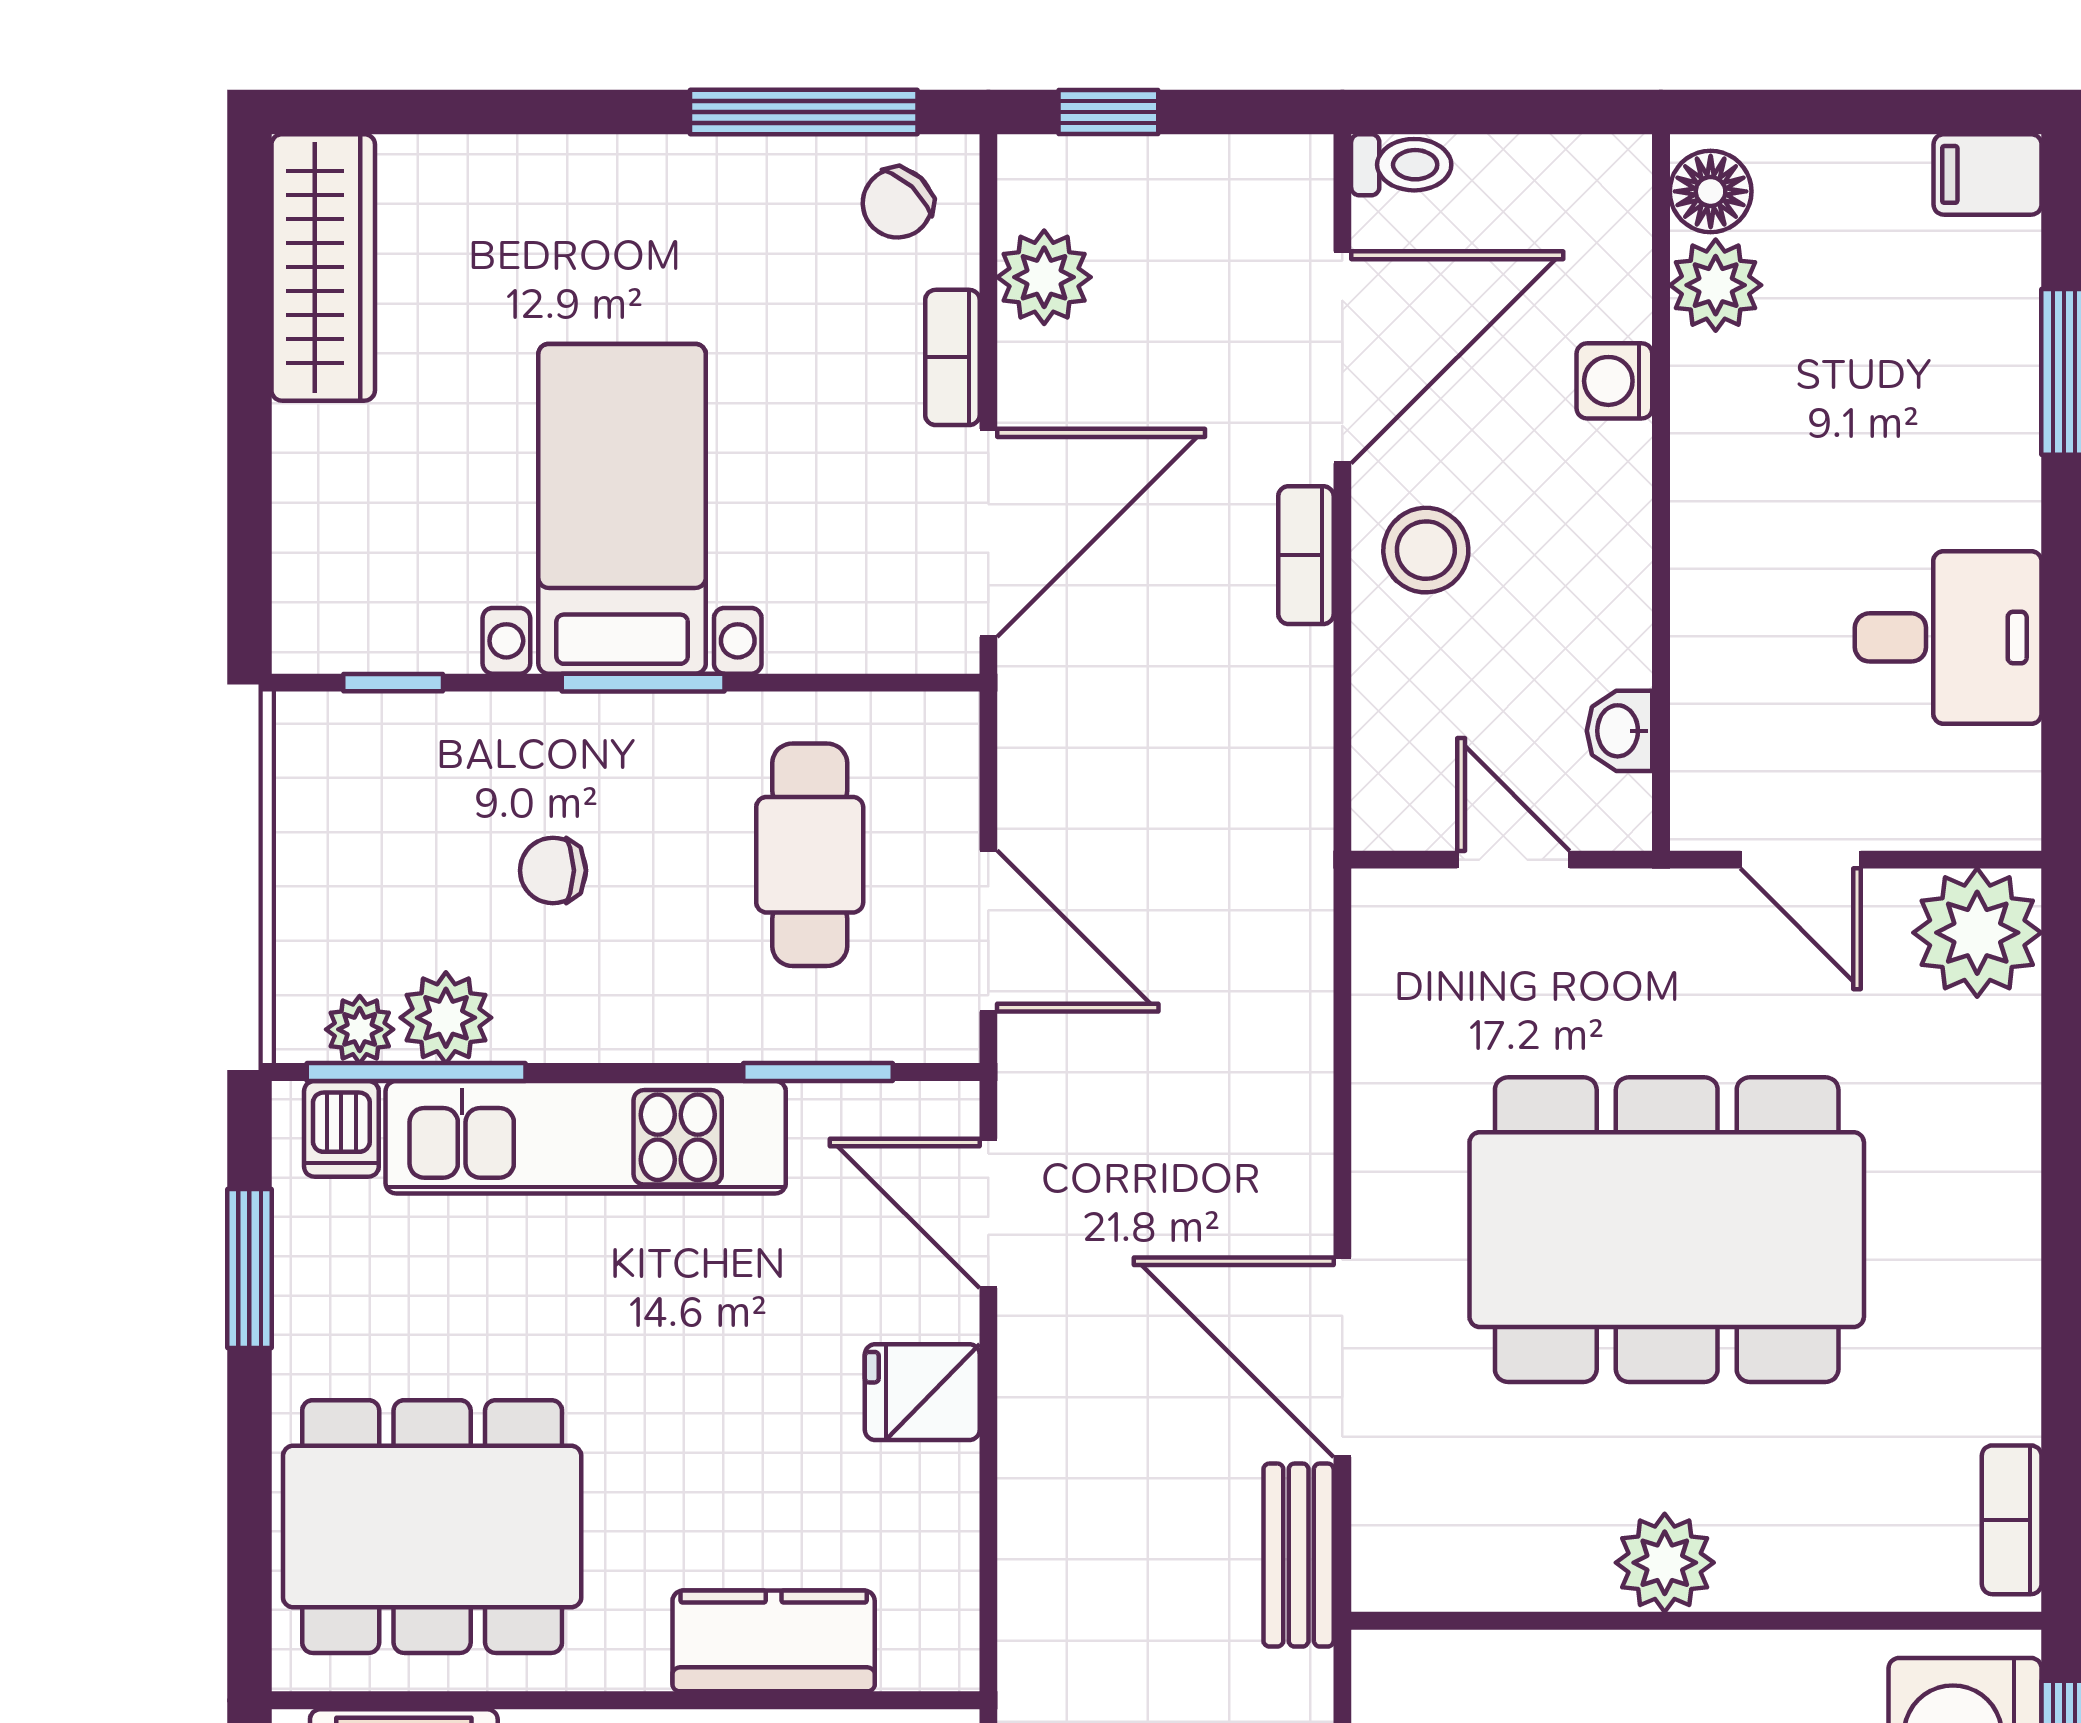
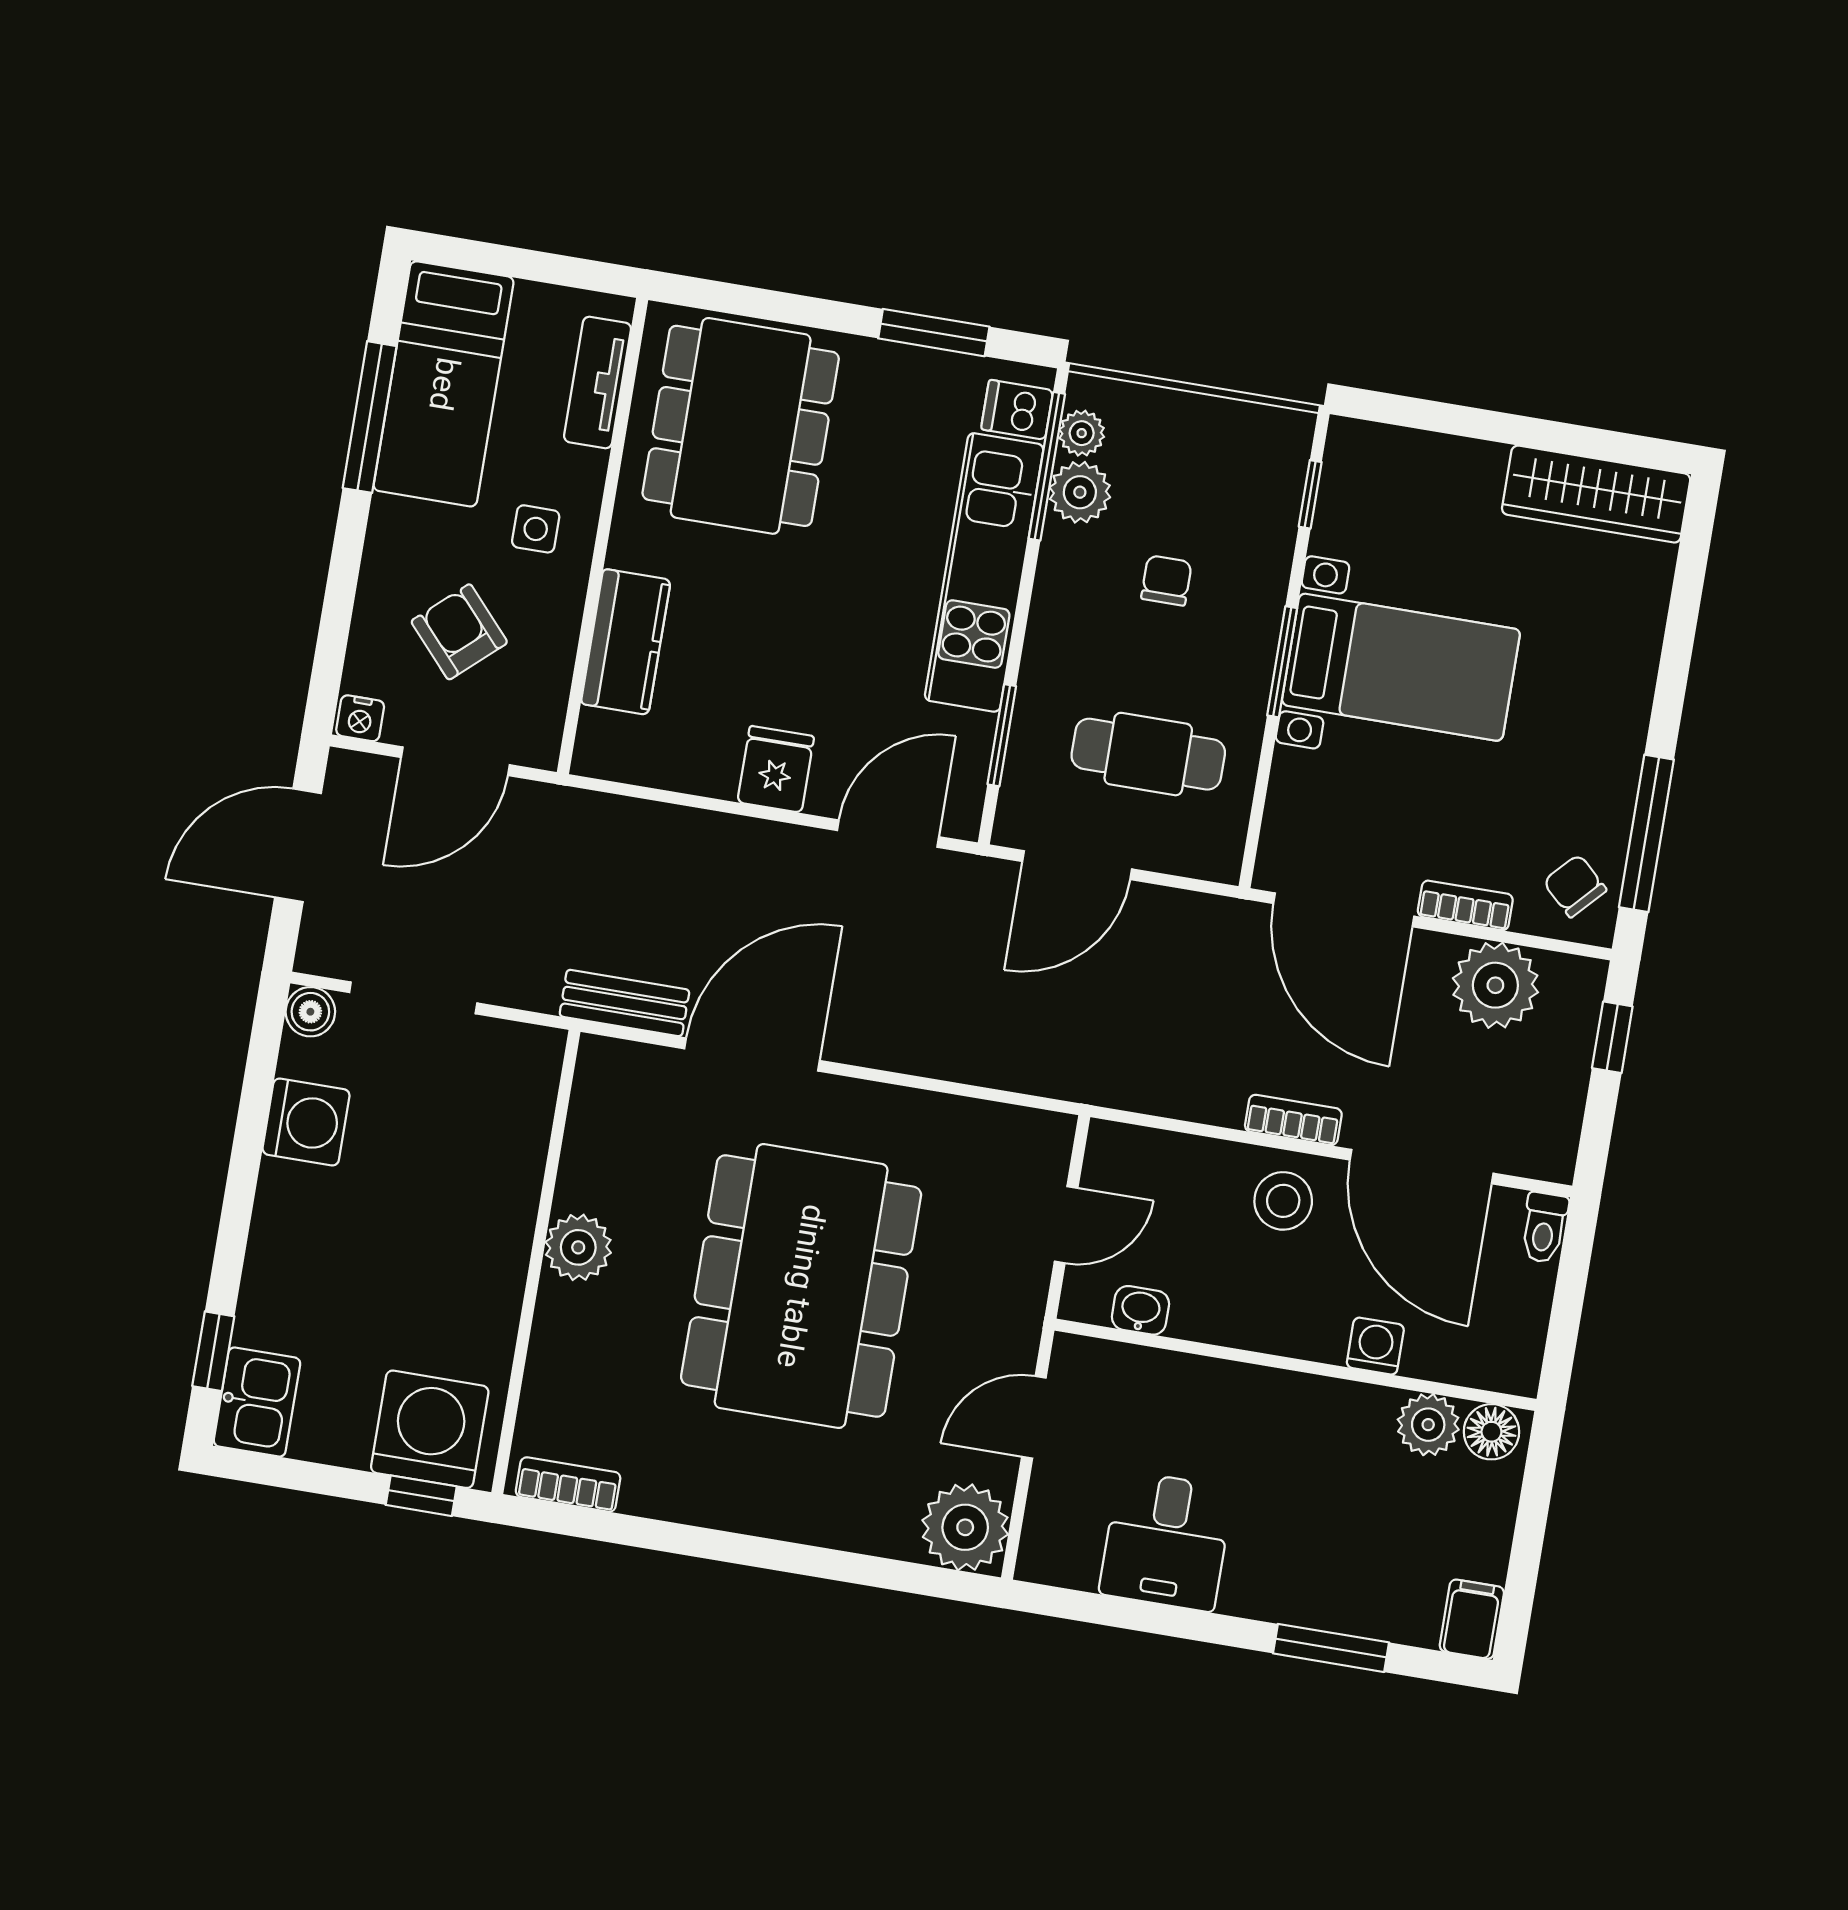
plant: (1044, 277) -> (1495, 985), width x1.36, depth x1.36

